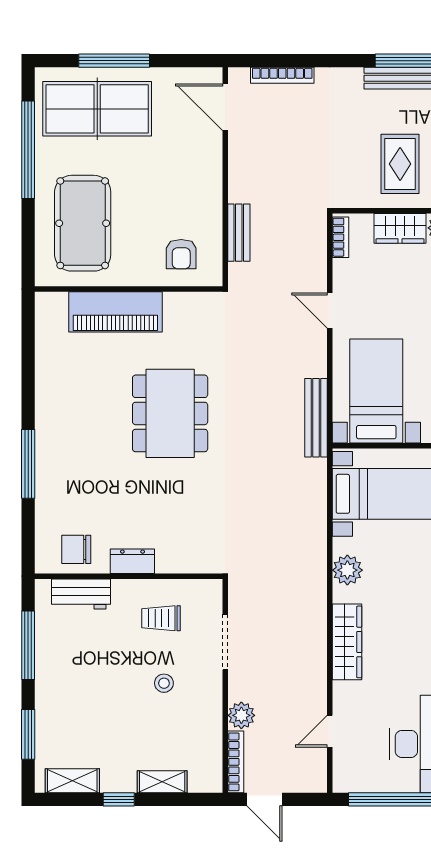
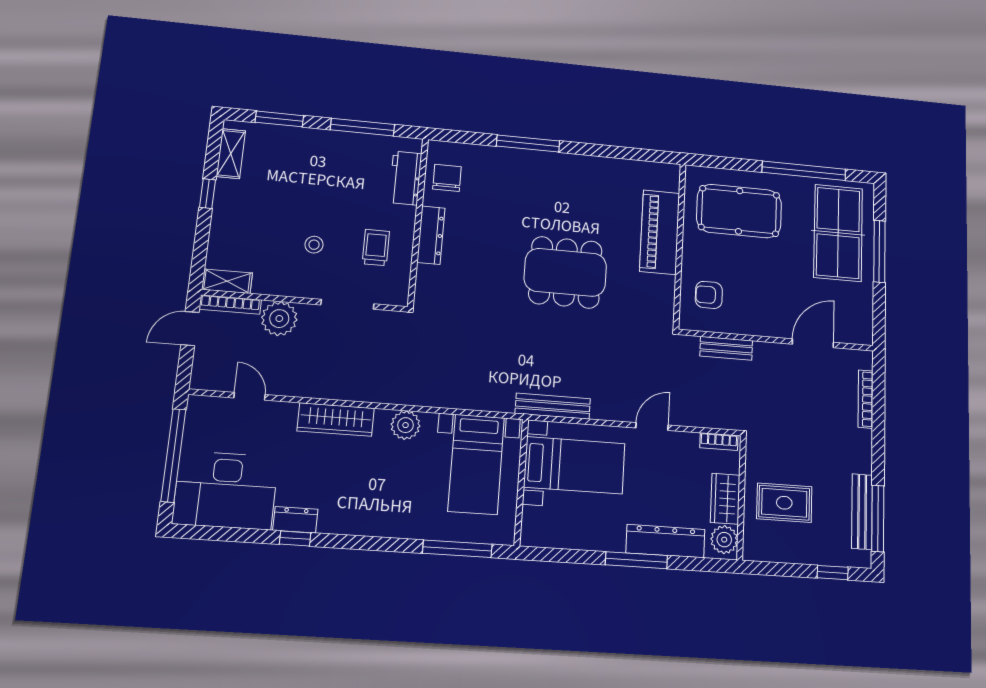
door: (225, 107) -> (813, 343), moved
dresser: (132, 561) -> (431, 235), width x1.44
plant: (241, 715) -> (279, 319), width x1.36, depth x1.36
shelving: (162, 782) -> (227, 281), moved, turned 90

